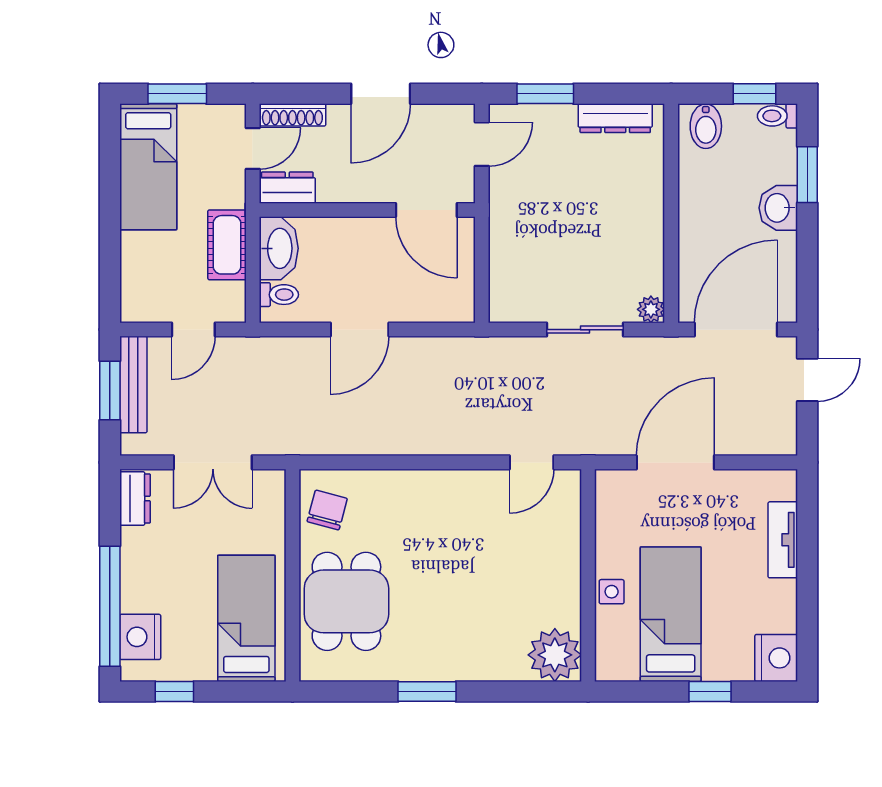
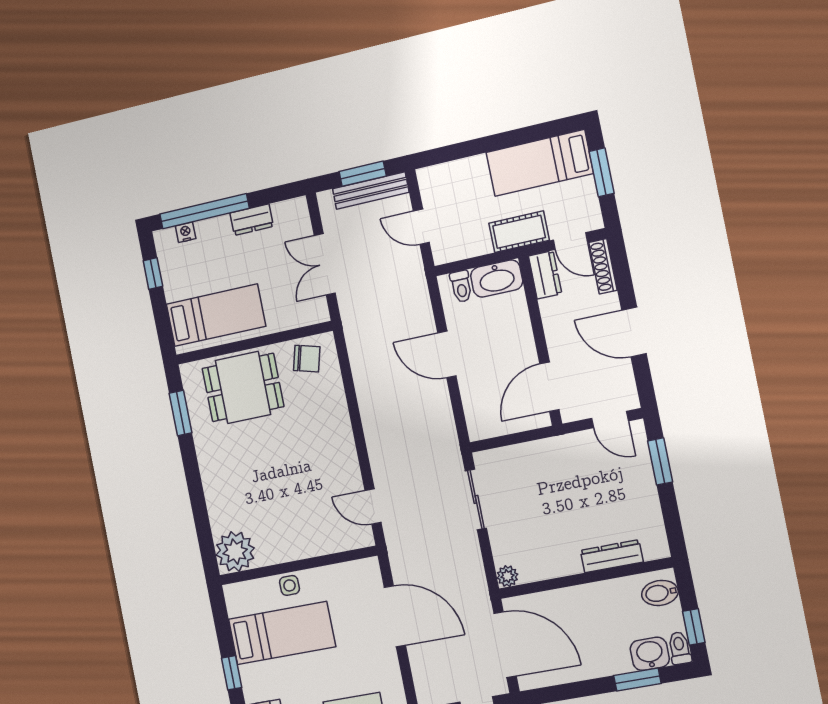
dresser: (615, 118) -> (612, 556), moved, turned 90
washbasin: (778, 208) -> (650, 654), moved
cot: (227, 245) -> (519, 232), moved
sliding door: (585, 330) -> (476, 499), moved
dresser: (135, 498) -> (252, 220), moved
nightstand: (140, 637) -> (186, 232), width x0.53, depth x0.56
window: (427, 692) -> (180, 413), moved

